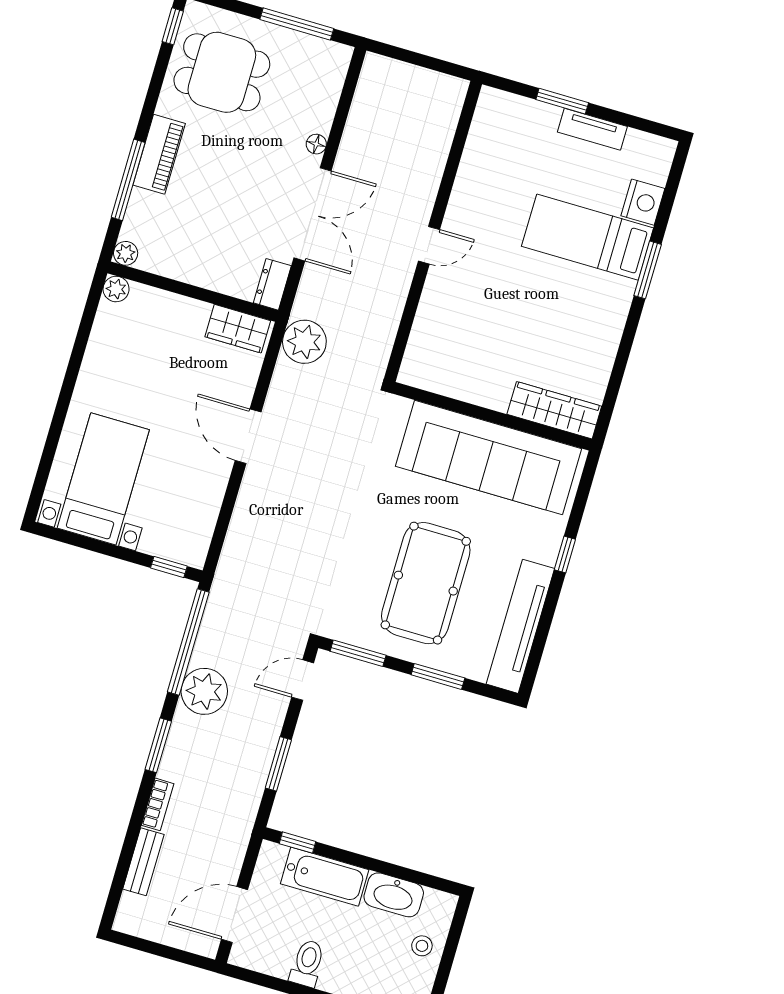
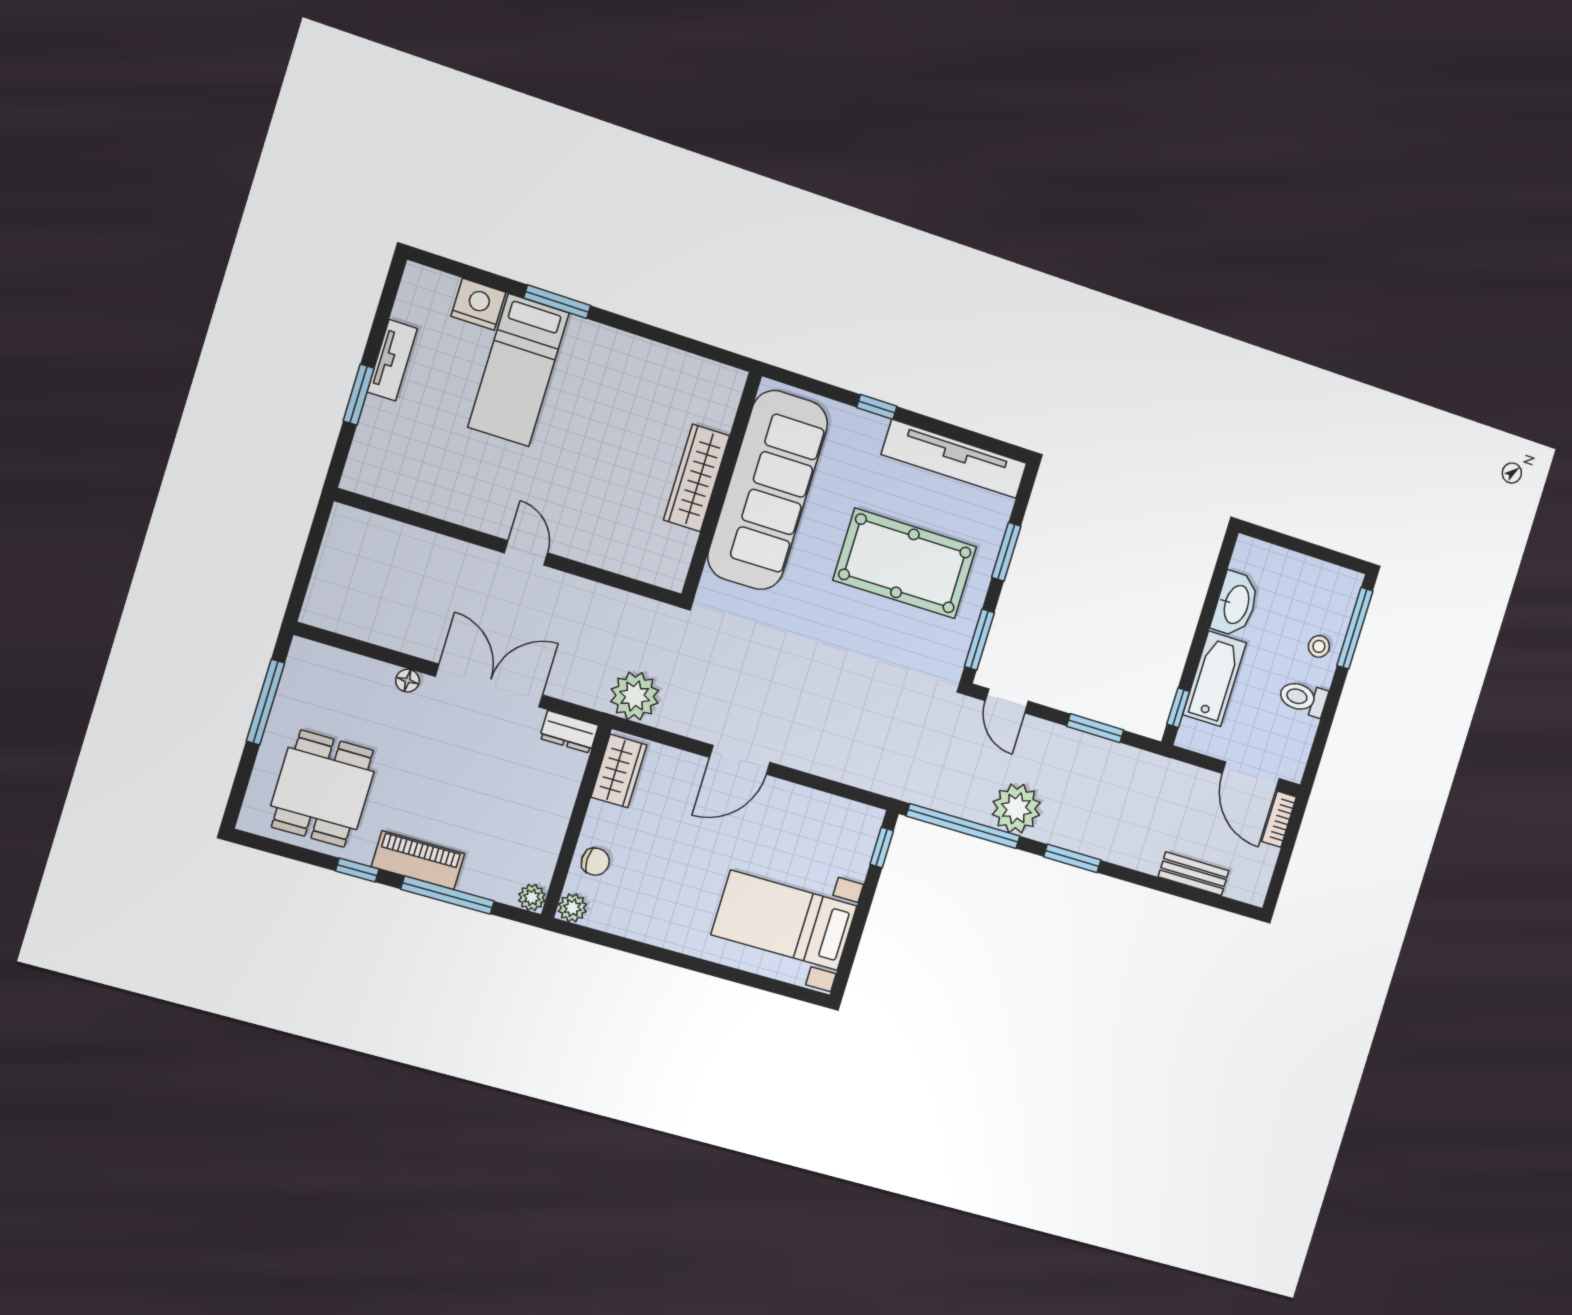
window: (173, 26) -> (357, 870), moved
chair: (157, 309) -> (595, 862), added
wardrobe: (554, 410) -> (696, 478), moved
bookcase: (158, 804) -> (1279, 819), moved, turned -90
stool: (422, 946) -> (1319, 646), moved

